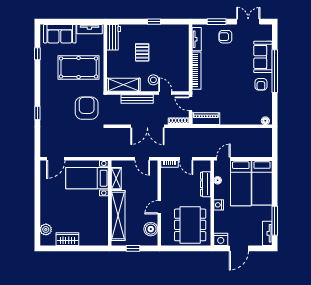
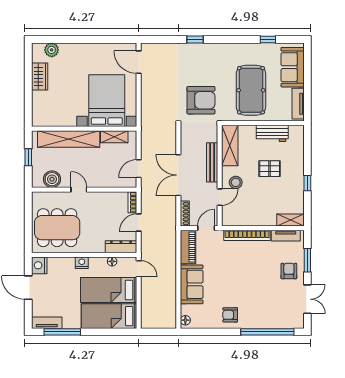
shelving: (184, 35) -> (290, 220), added
workbench: (114, 37) -> (272, 133), moved
sofa: (263, 57) -> (192, 284), moved, turned 90
window: (275, 71) -> (267, 332), moved
bed with nightstands: (87, 178) -> (107, 101), width x1.36
dresser: (206, 184) -> (121, 247), moved

